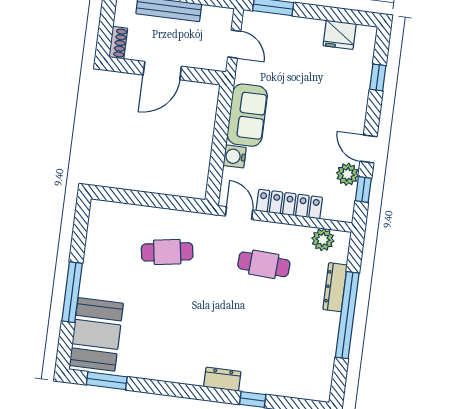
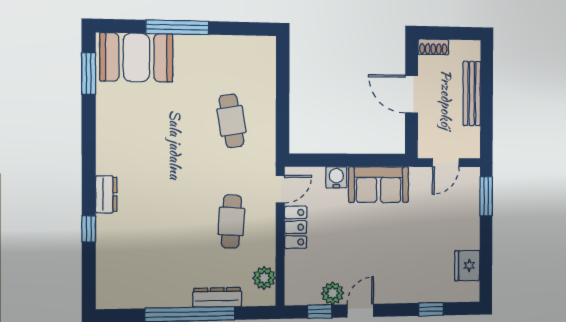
locker: (289, 204) -> (296, 227), width x0.66

